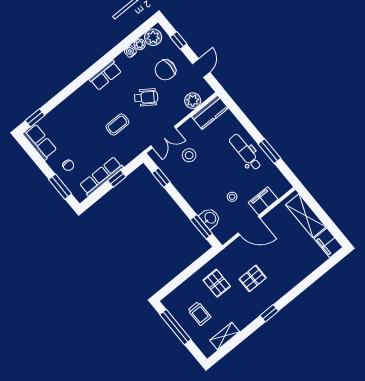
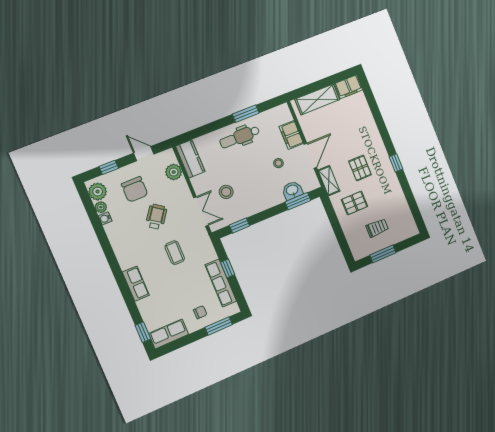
row of seats: (105, 75) -> (136, 284), moved
window: (175, 327) -> (383, 254), width x0.69
shelving: (225, 336) -> (329, 181), moved

